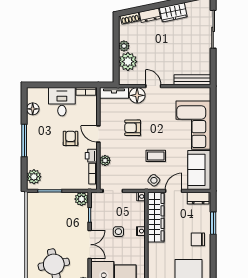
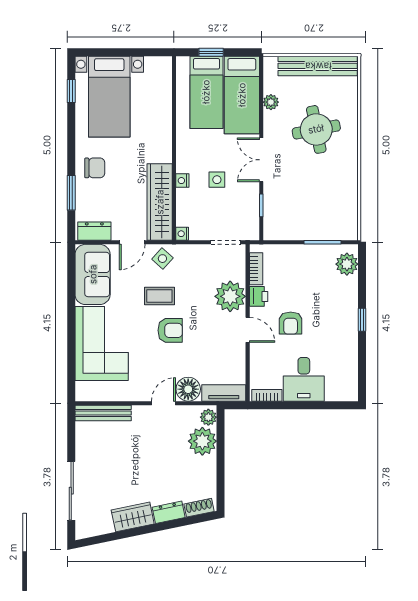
plant: (124, 46) -> (208, 417), moved
door: (153, 86) -> (163, 403), swing flipped
floor lamp: (33, 109) -> (349, 368), removed
armchair: (133, 128) -> (170, 330), moved
window: (24, 140) -> (362, 320), width x0.46
plant: (105, 160) -> (230, 296), width x1.88, depth x1.88
plant: (82, 199) -> (274, 230), removed

